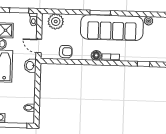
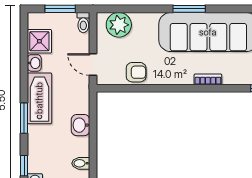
floor lamp: (96, 55) -> (185, 77), removed
washbasin: (30, 66) -> (80, 125), moved

